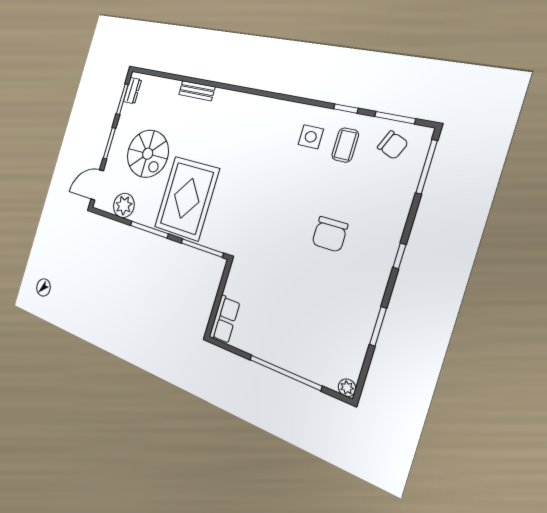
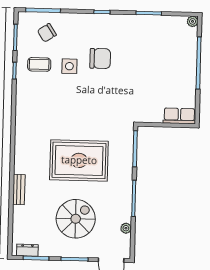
side table: (311, 137) -> (69, 66), moved
chair: (393, 145) -> (47, 33), moved, turned -146
rug: (187, 198) -> (79, 160), moved
plant: (124, 205) -> (126, 228), width x0.53, depth x0.53

